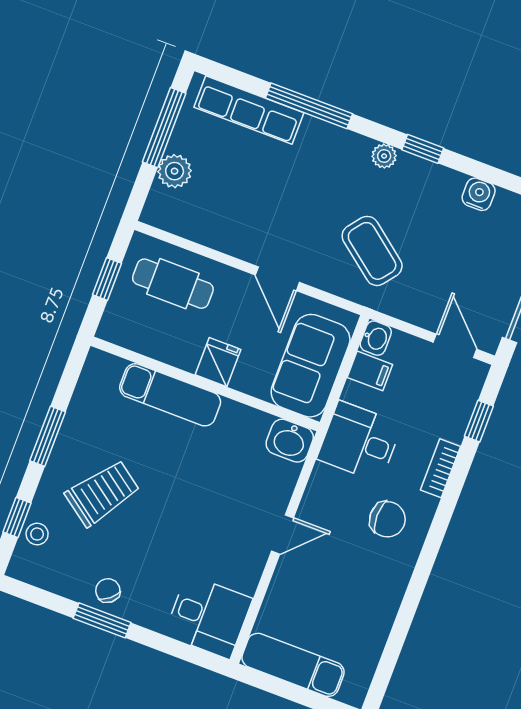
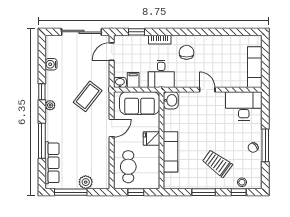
desk: (208, 617) -> (244, 106), width x1.37
window: (102, 620) -> (265, 145), width x1.44

